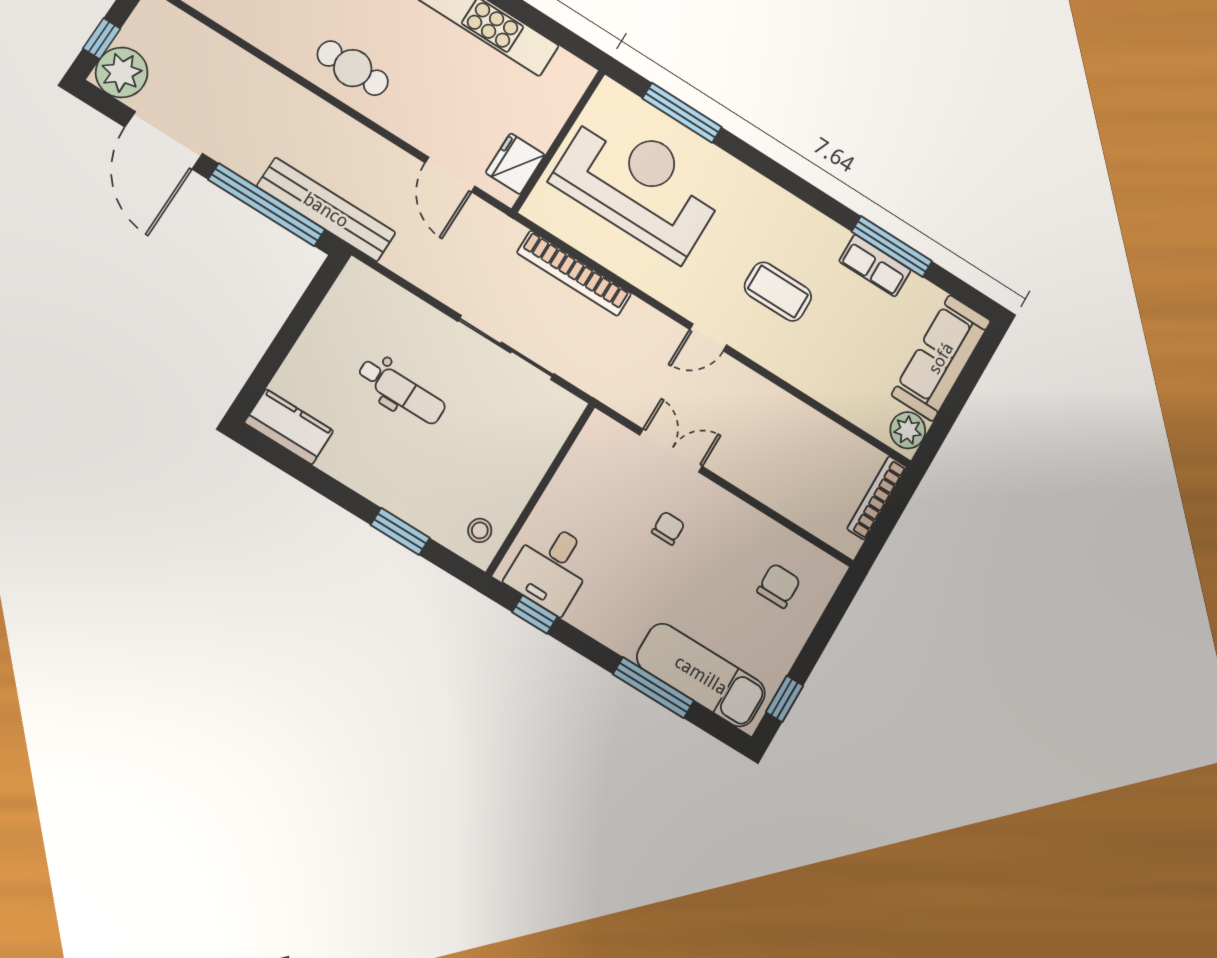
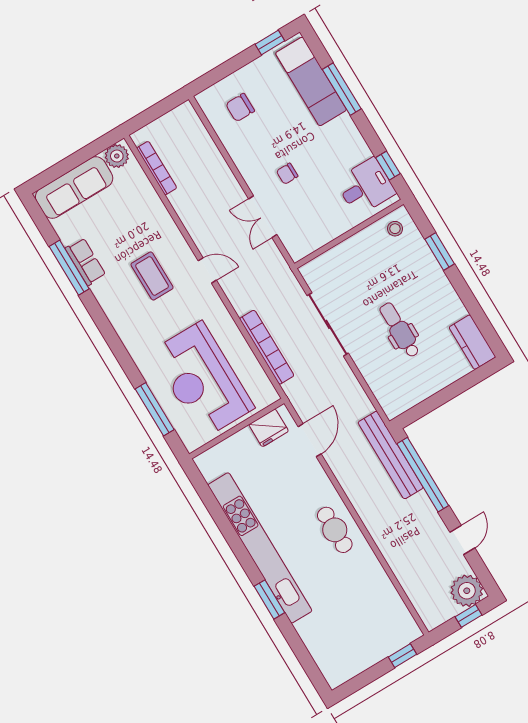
door: (164, 140) -> (462, 540), width x0.53
bookcase: (877, 498) -> (157, 168), moved, turned -90

